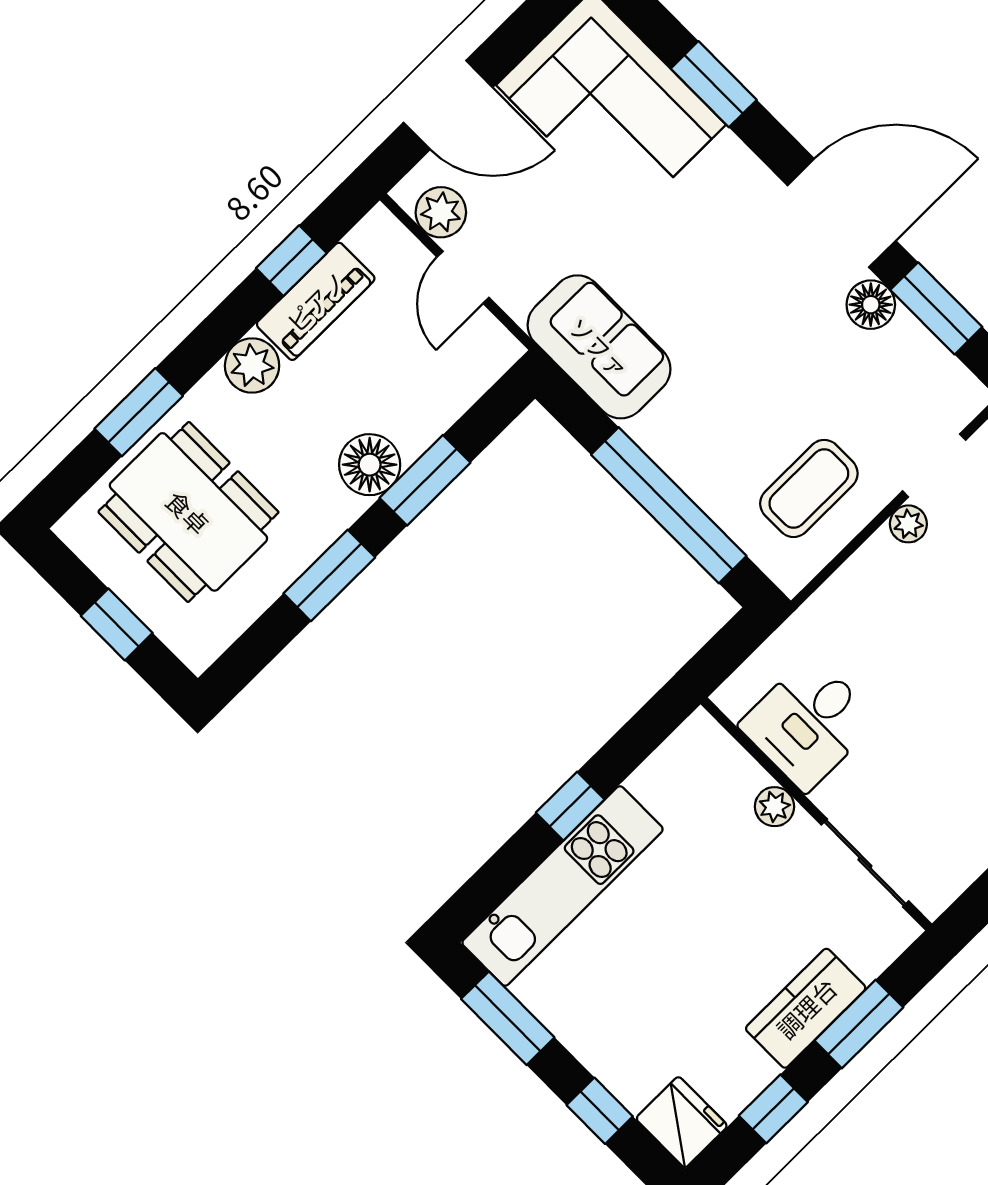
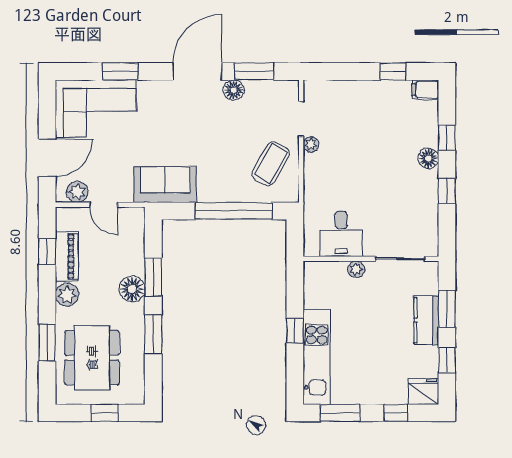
coffee table: (809, 488) -> (271, 164), turned 30
dining table: (188, 512) -> (92, 358), turned 90

